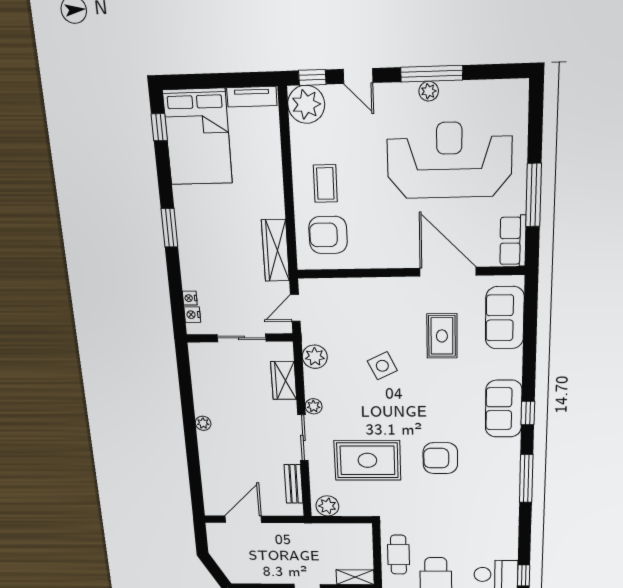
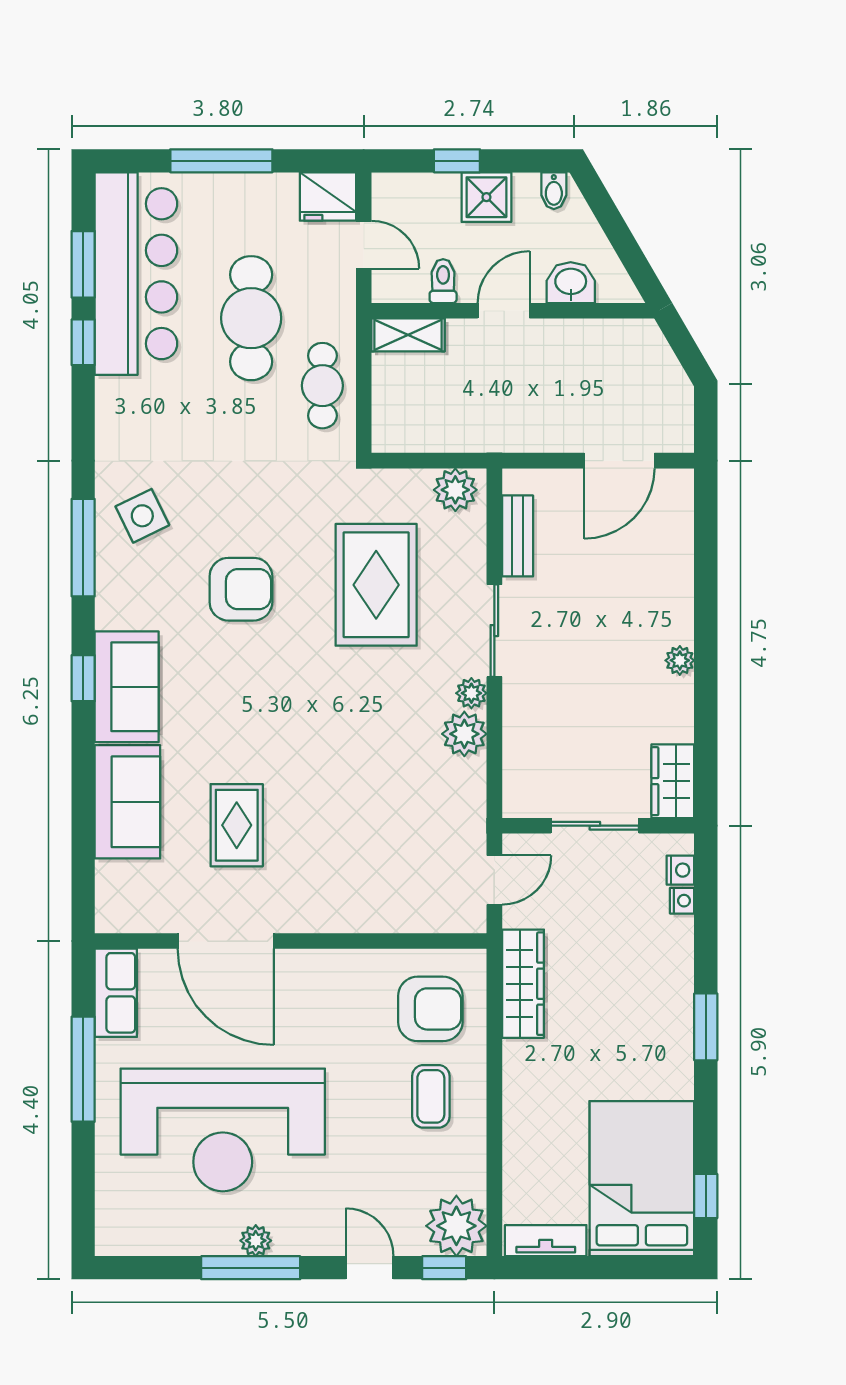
sofa: (505, 318) -> (127, 802), moved
plant: (315, 357) -> (464, 734), moved
side table: (382, 366) -> (142, 516), moved
wardrobe: (284, 380) -> (673, 781), moved, turned 180
rug: (367, 460) -> (376, 585), turned 90

